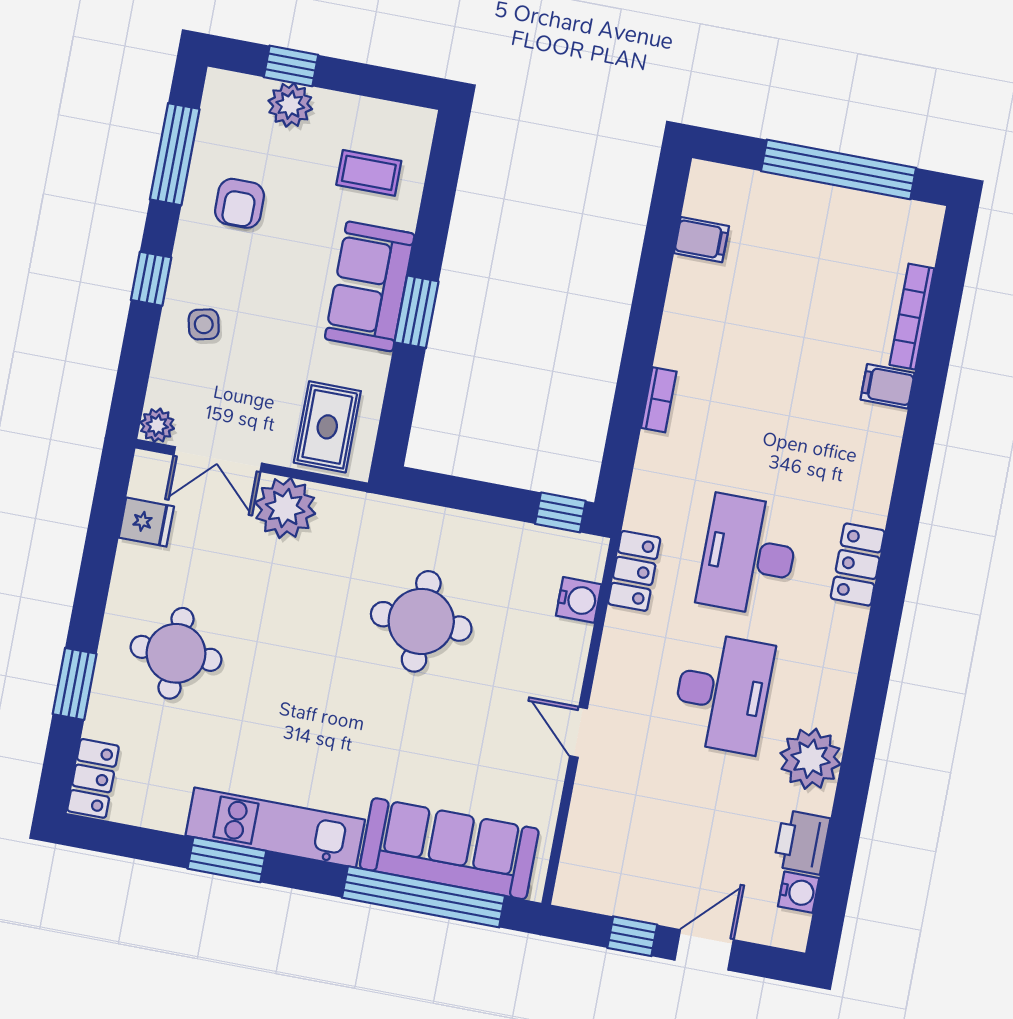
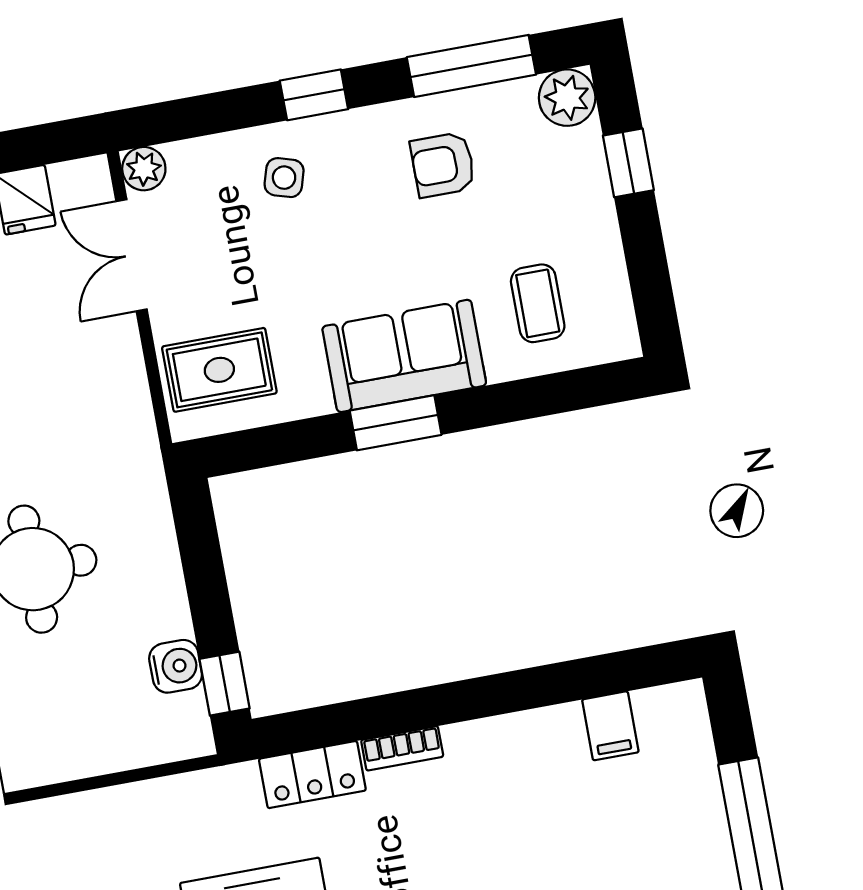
plant: (290, 105) -> (567, 98), moved
side table: (204, 324) -> (284, 178), turned 30
plant: (285, 508) -> (105, 357), removed
locker: (634, 571) -> (312, 775), moved
water cooler: (579, 600) -> (176, 666), moved, turned -90

